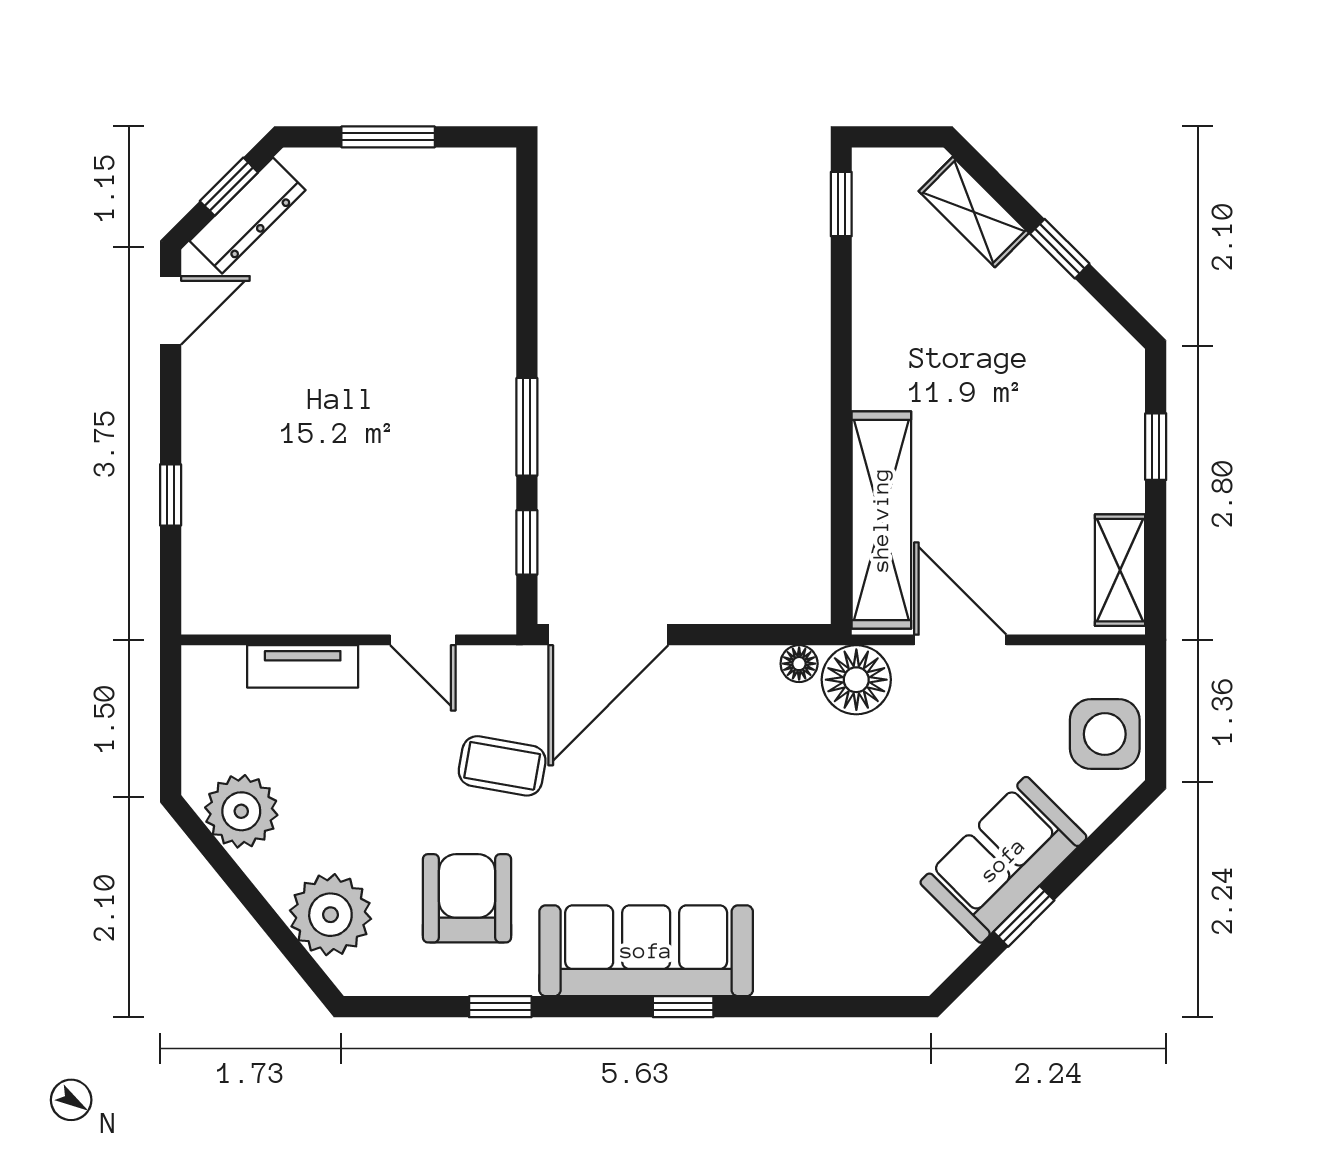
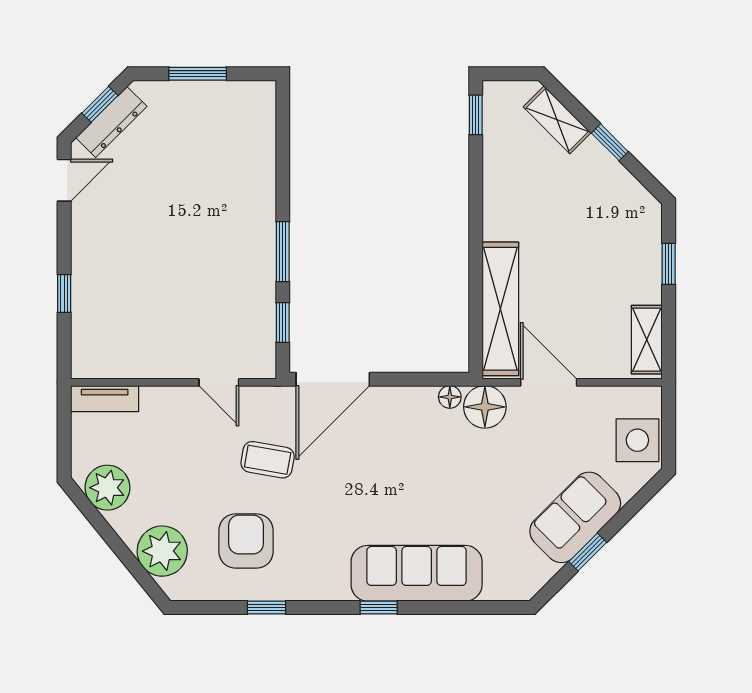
tv unit: (303, 666) -> (105, 399), moved
sofa: (646, 951) -> (417, 573), moved

